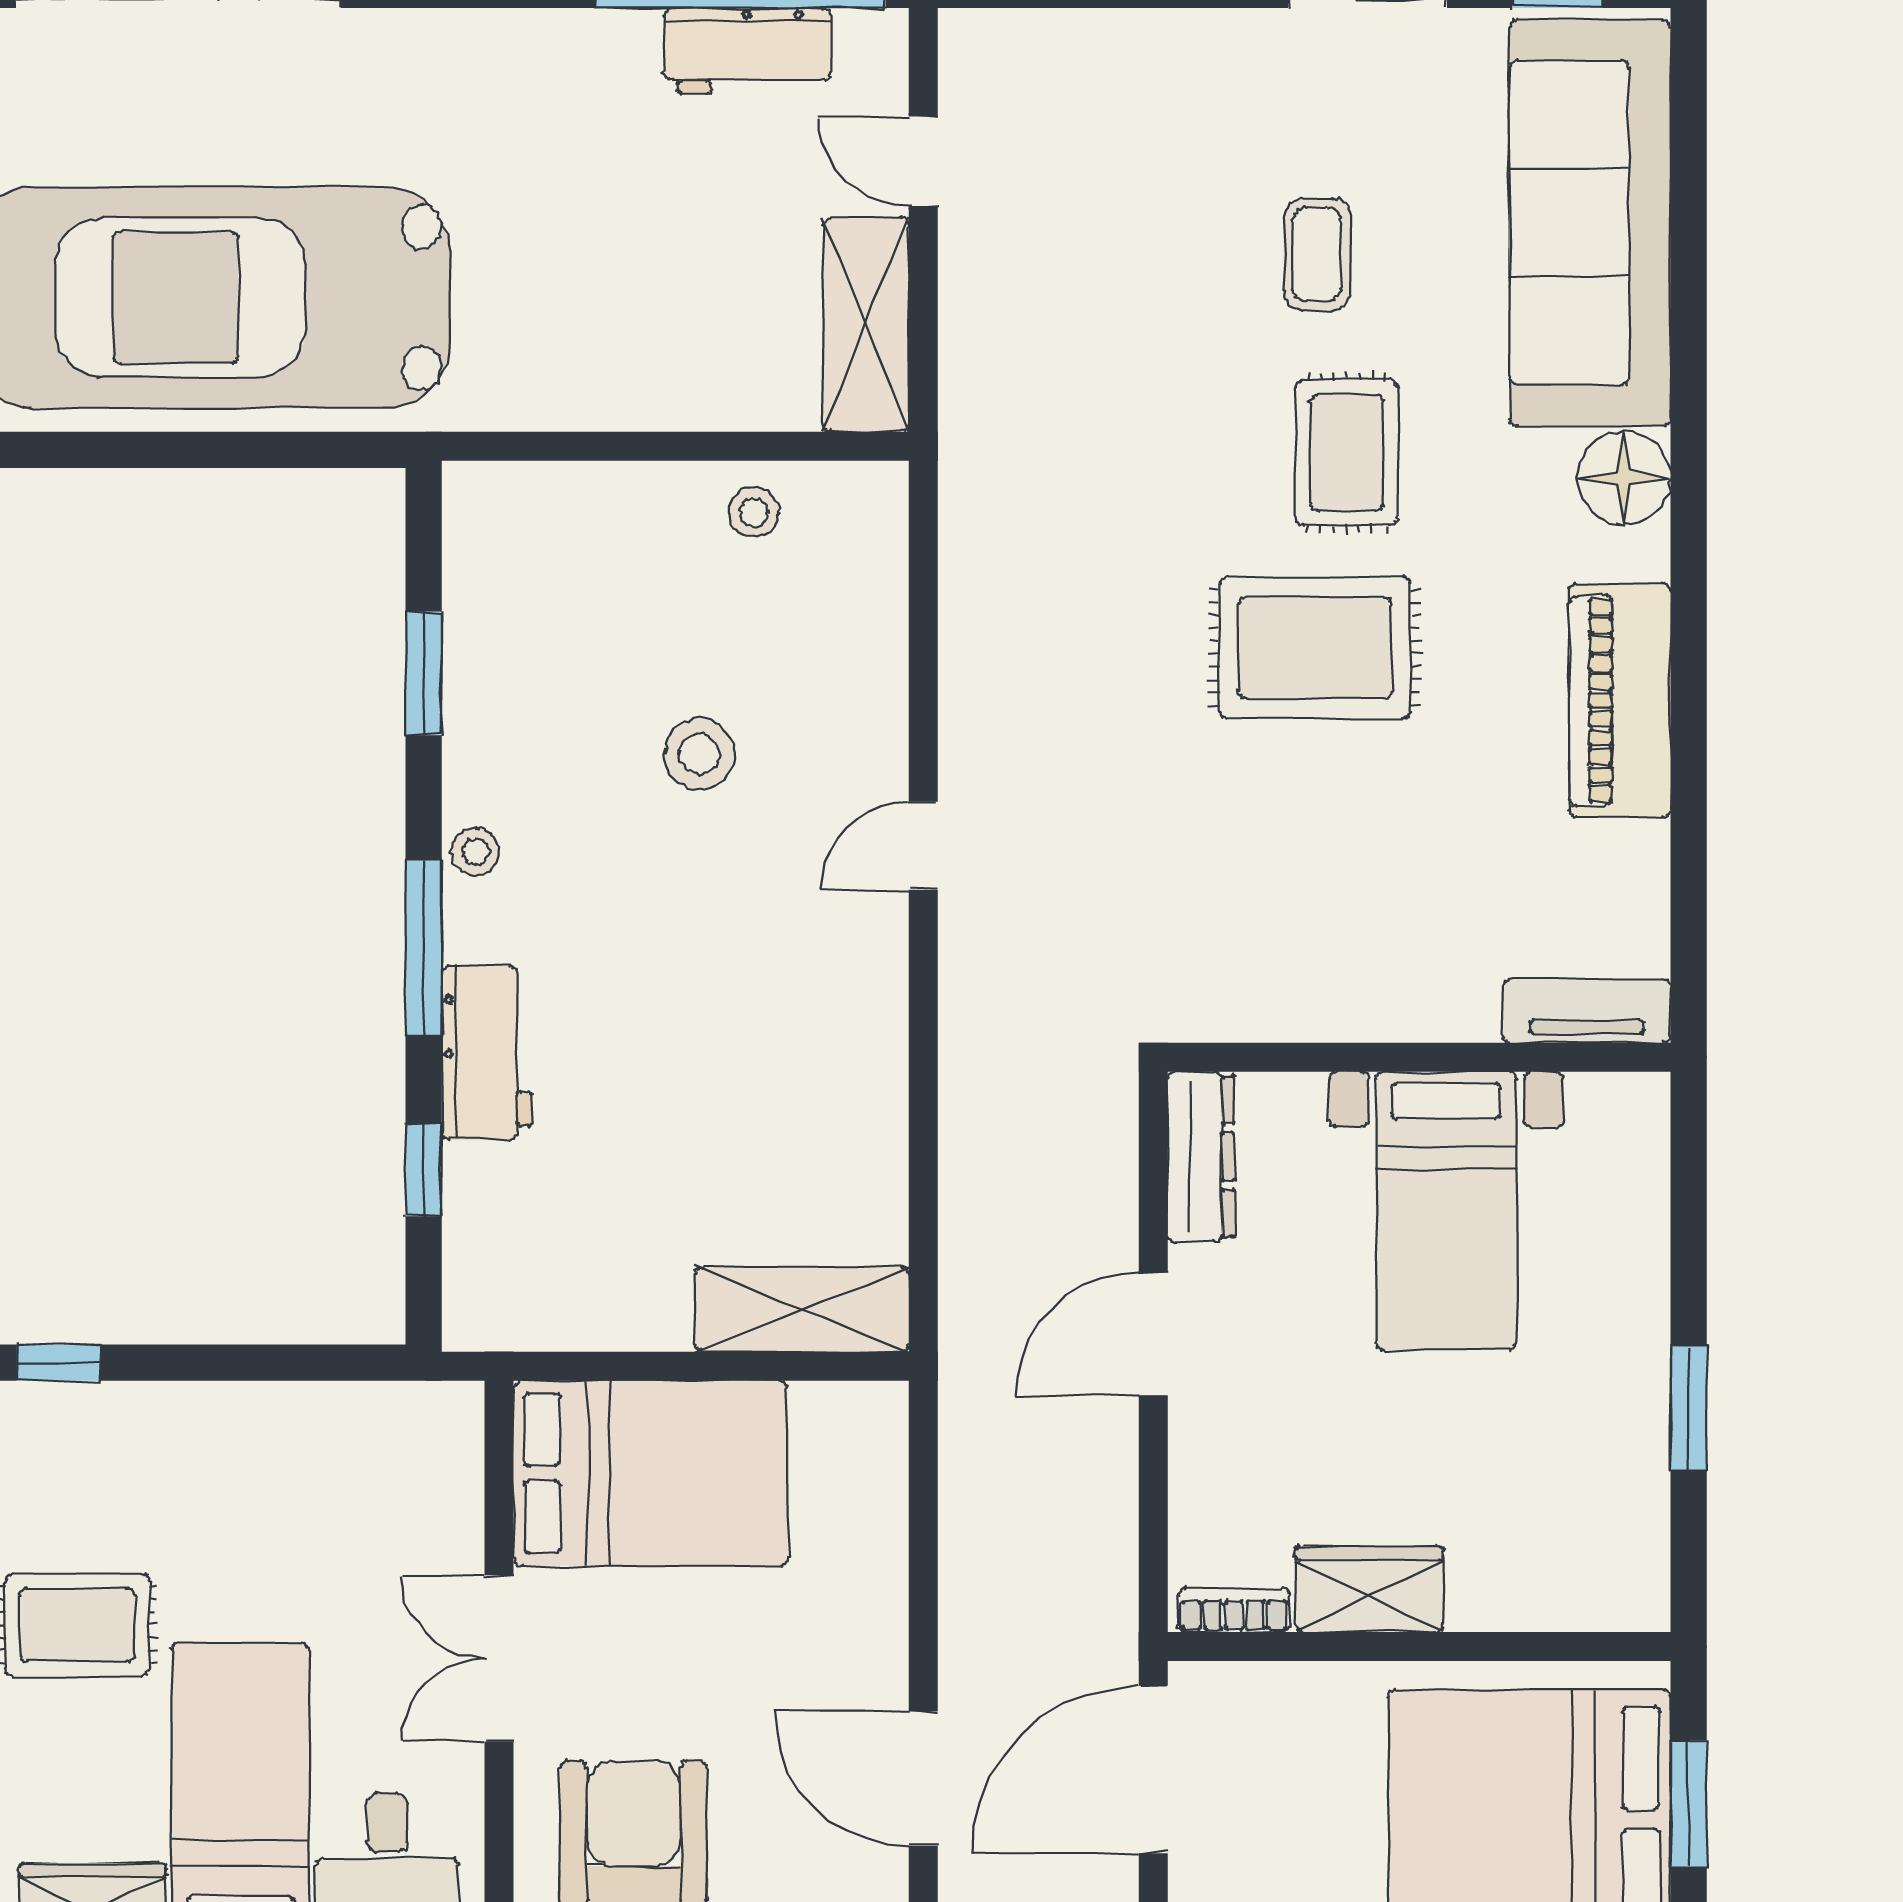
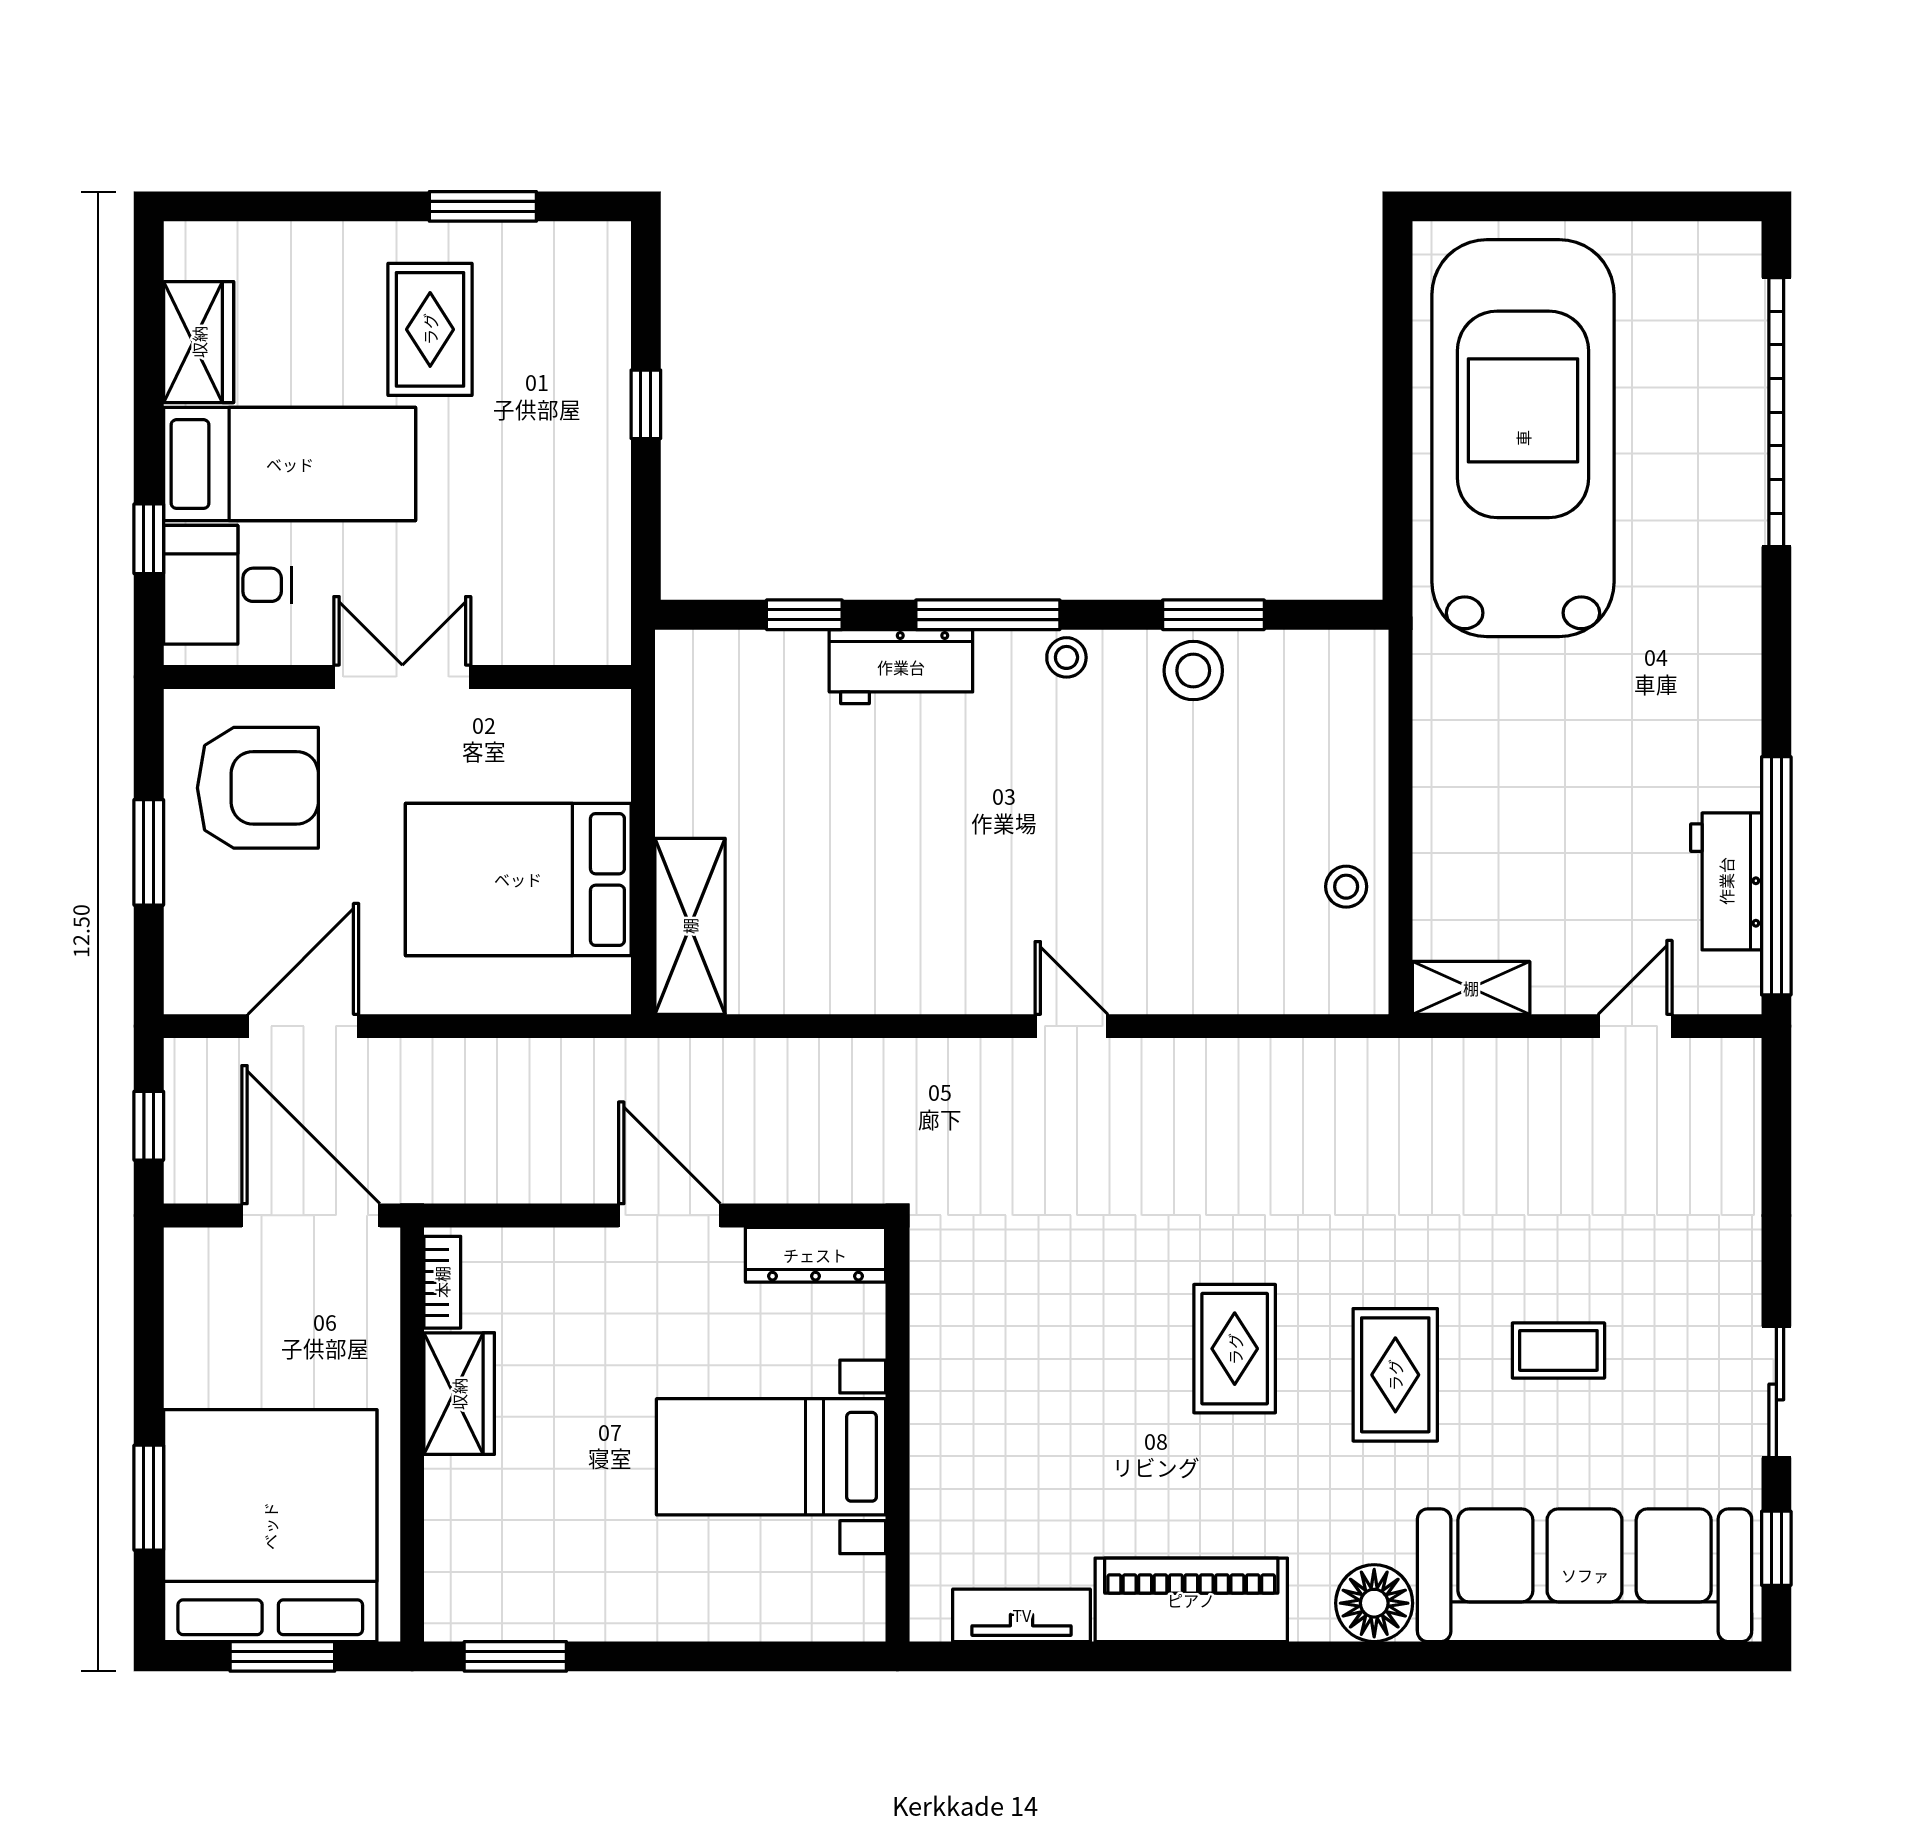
shelving: (866, 325) -> (1471, 988), width x0.67, depth x0.75
rug: (1347, 453) -> (1395, 1375), turned 90
rug: (1315, 648) -> (1235, 1349), width x0.73, depth x0.70
stool: (699, 754) -> (1193, 671), moved
tv unit: (1587, 1011) -> (1022, 1615), moved, turned -90
window: (59, 1363) -> (646, 404), moved
window: (1689, 1409) -> (515, 1656), moved
bed: (651, 1473) -> (518, 879), moved, turned 90

